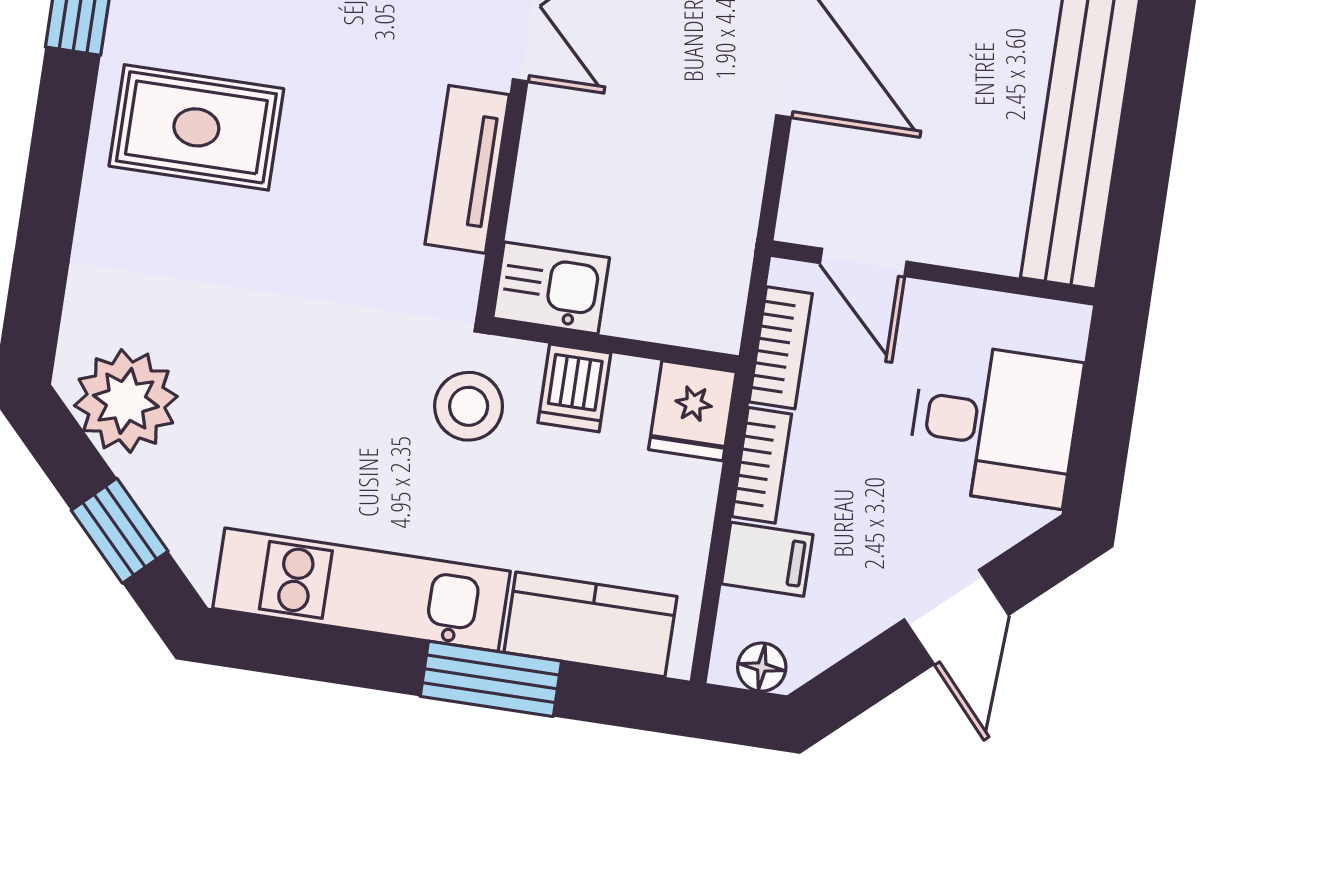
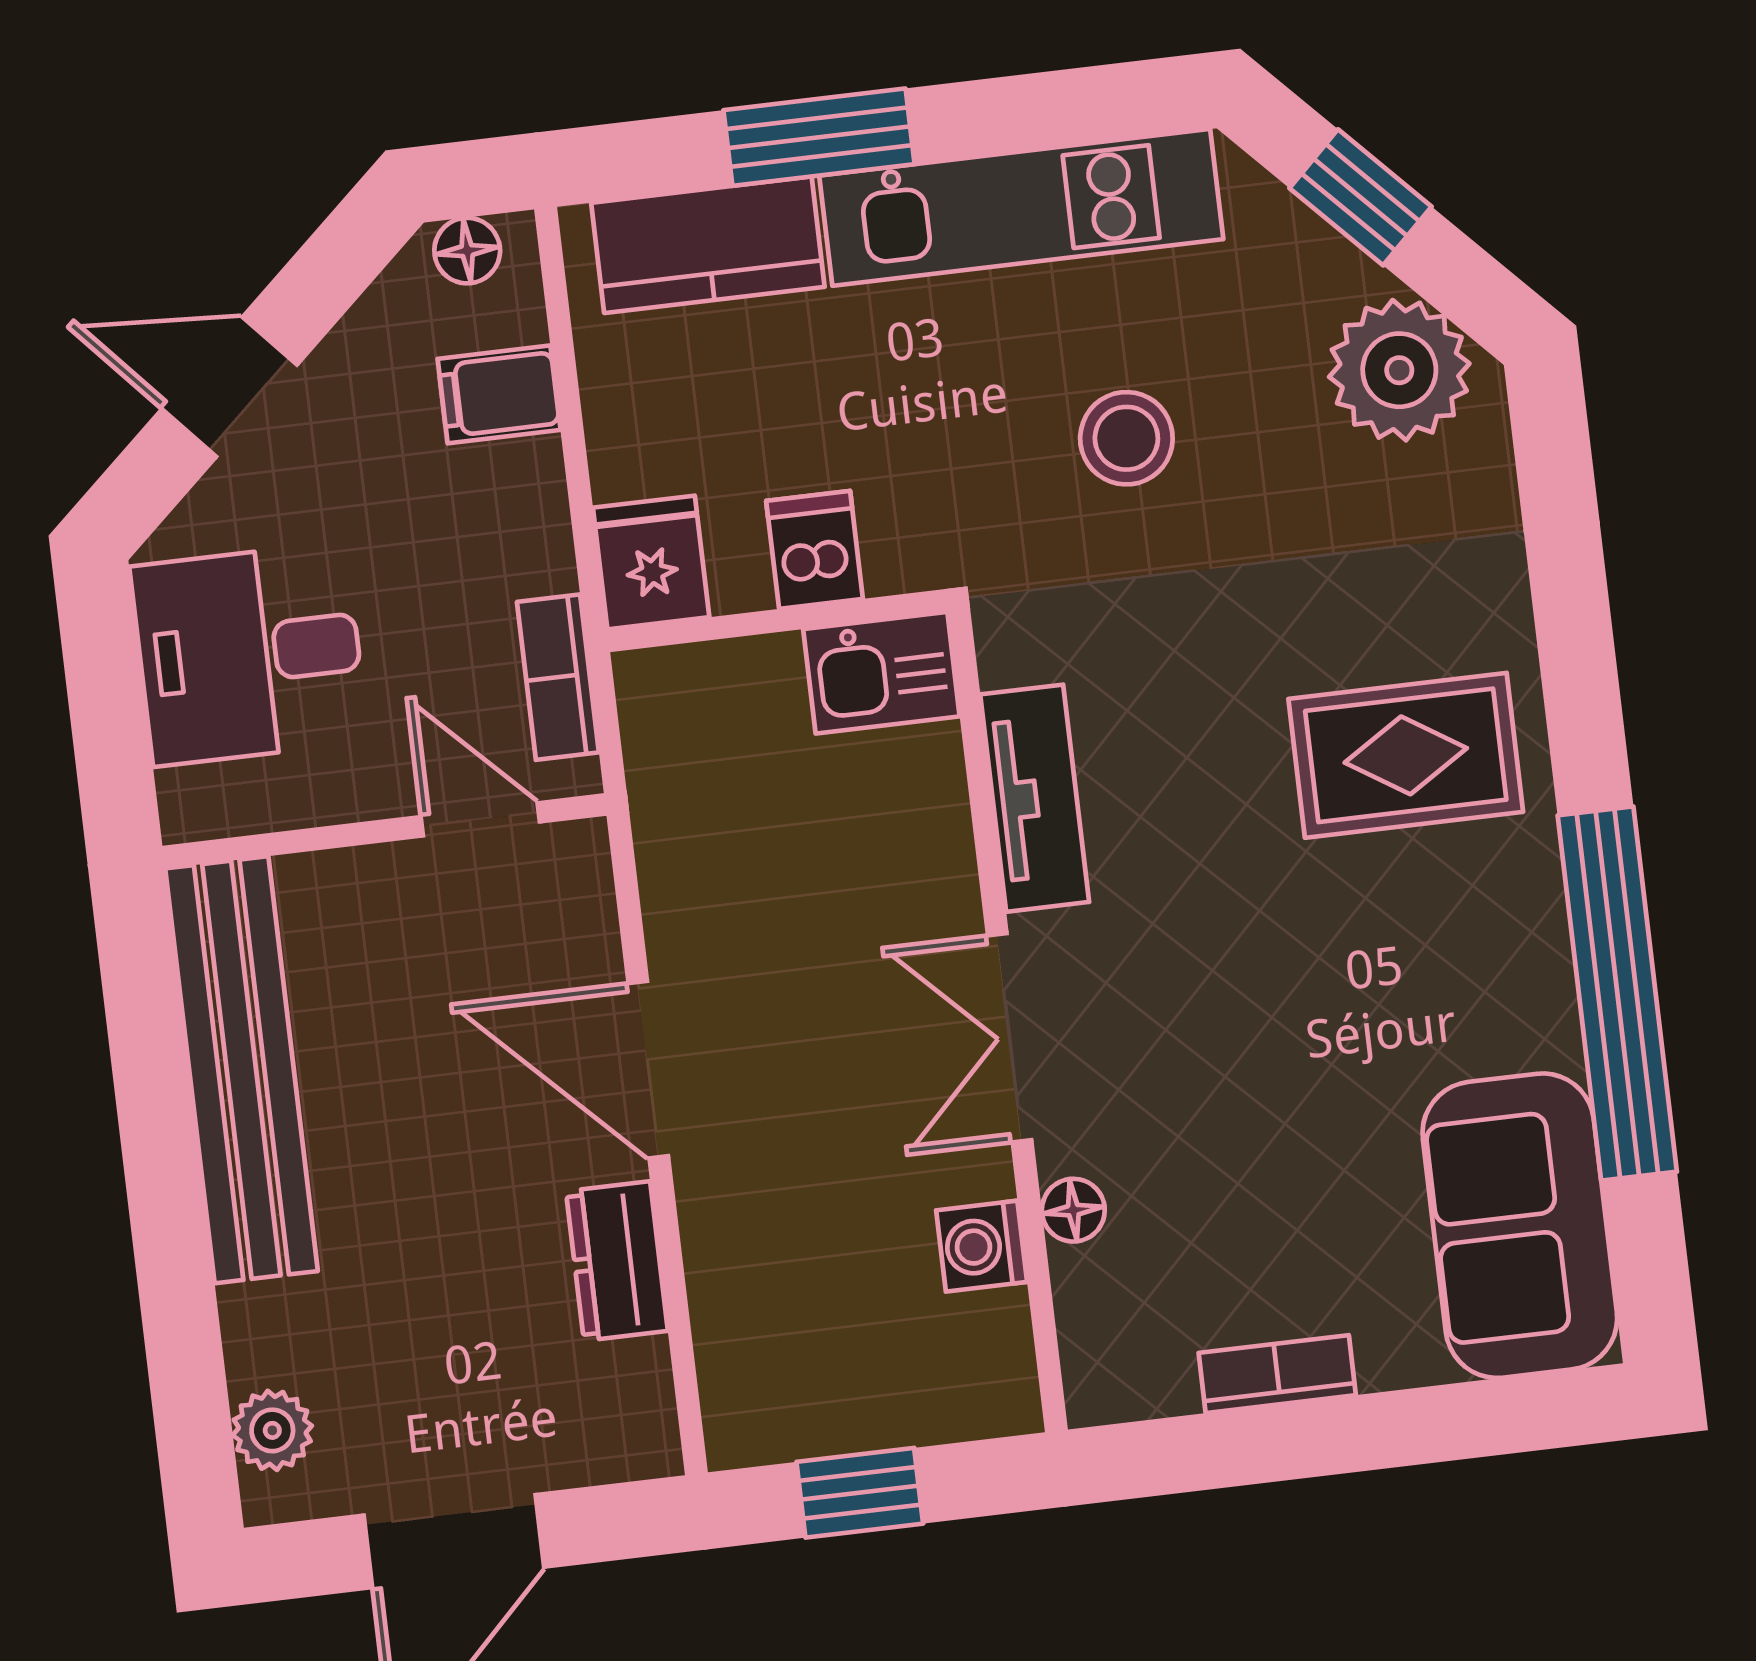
stool: (469, 406) -> (1126, 438), moved
bookcase: (762, 465) -> (540, 516), removed
door: (956, 617) -> (229, 387), hinge flipped

